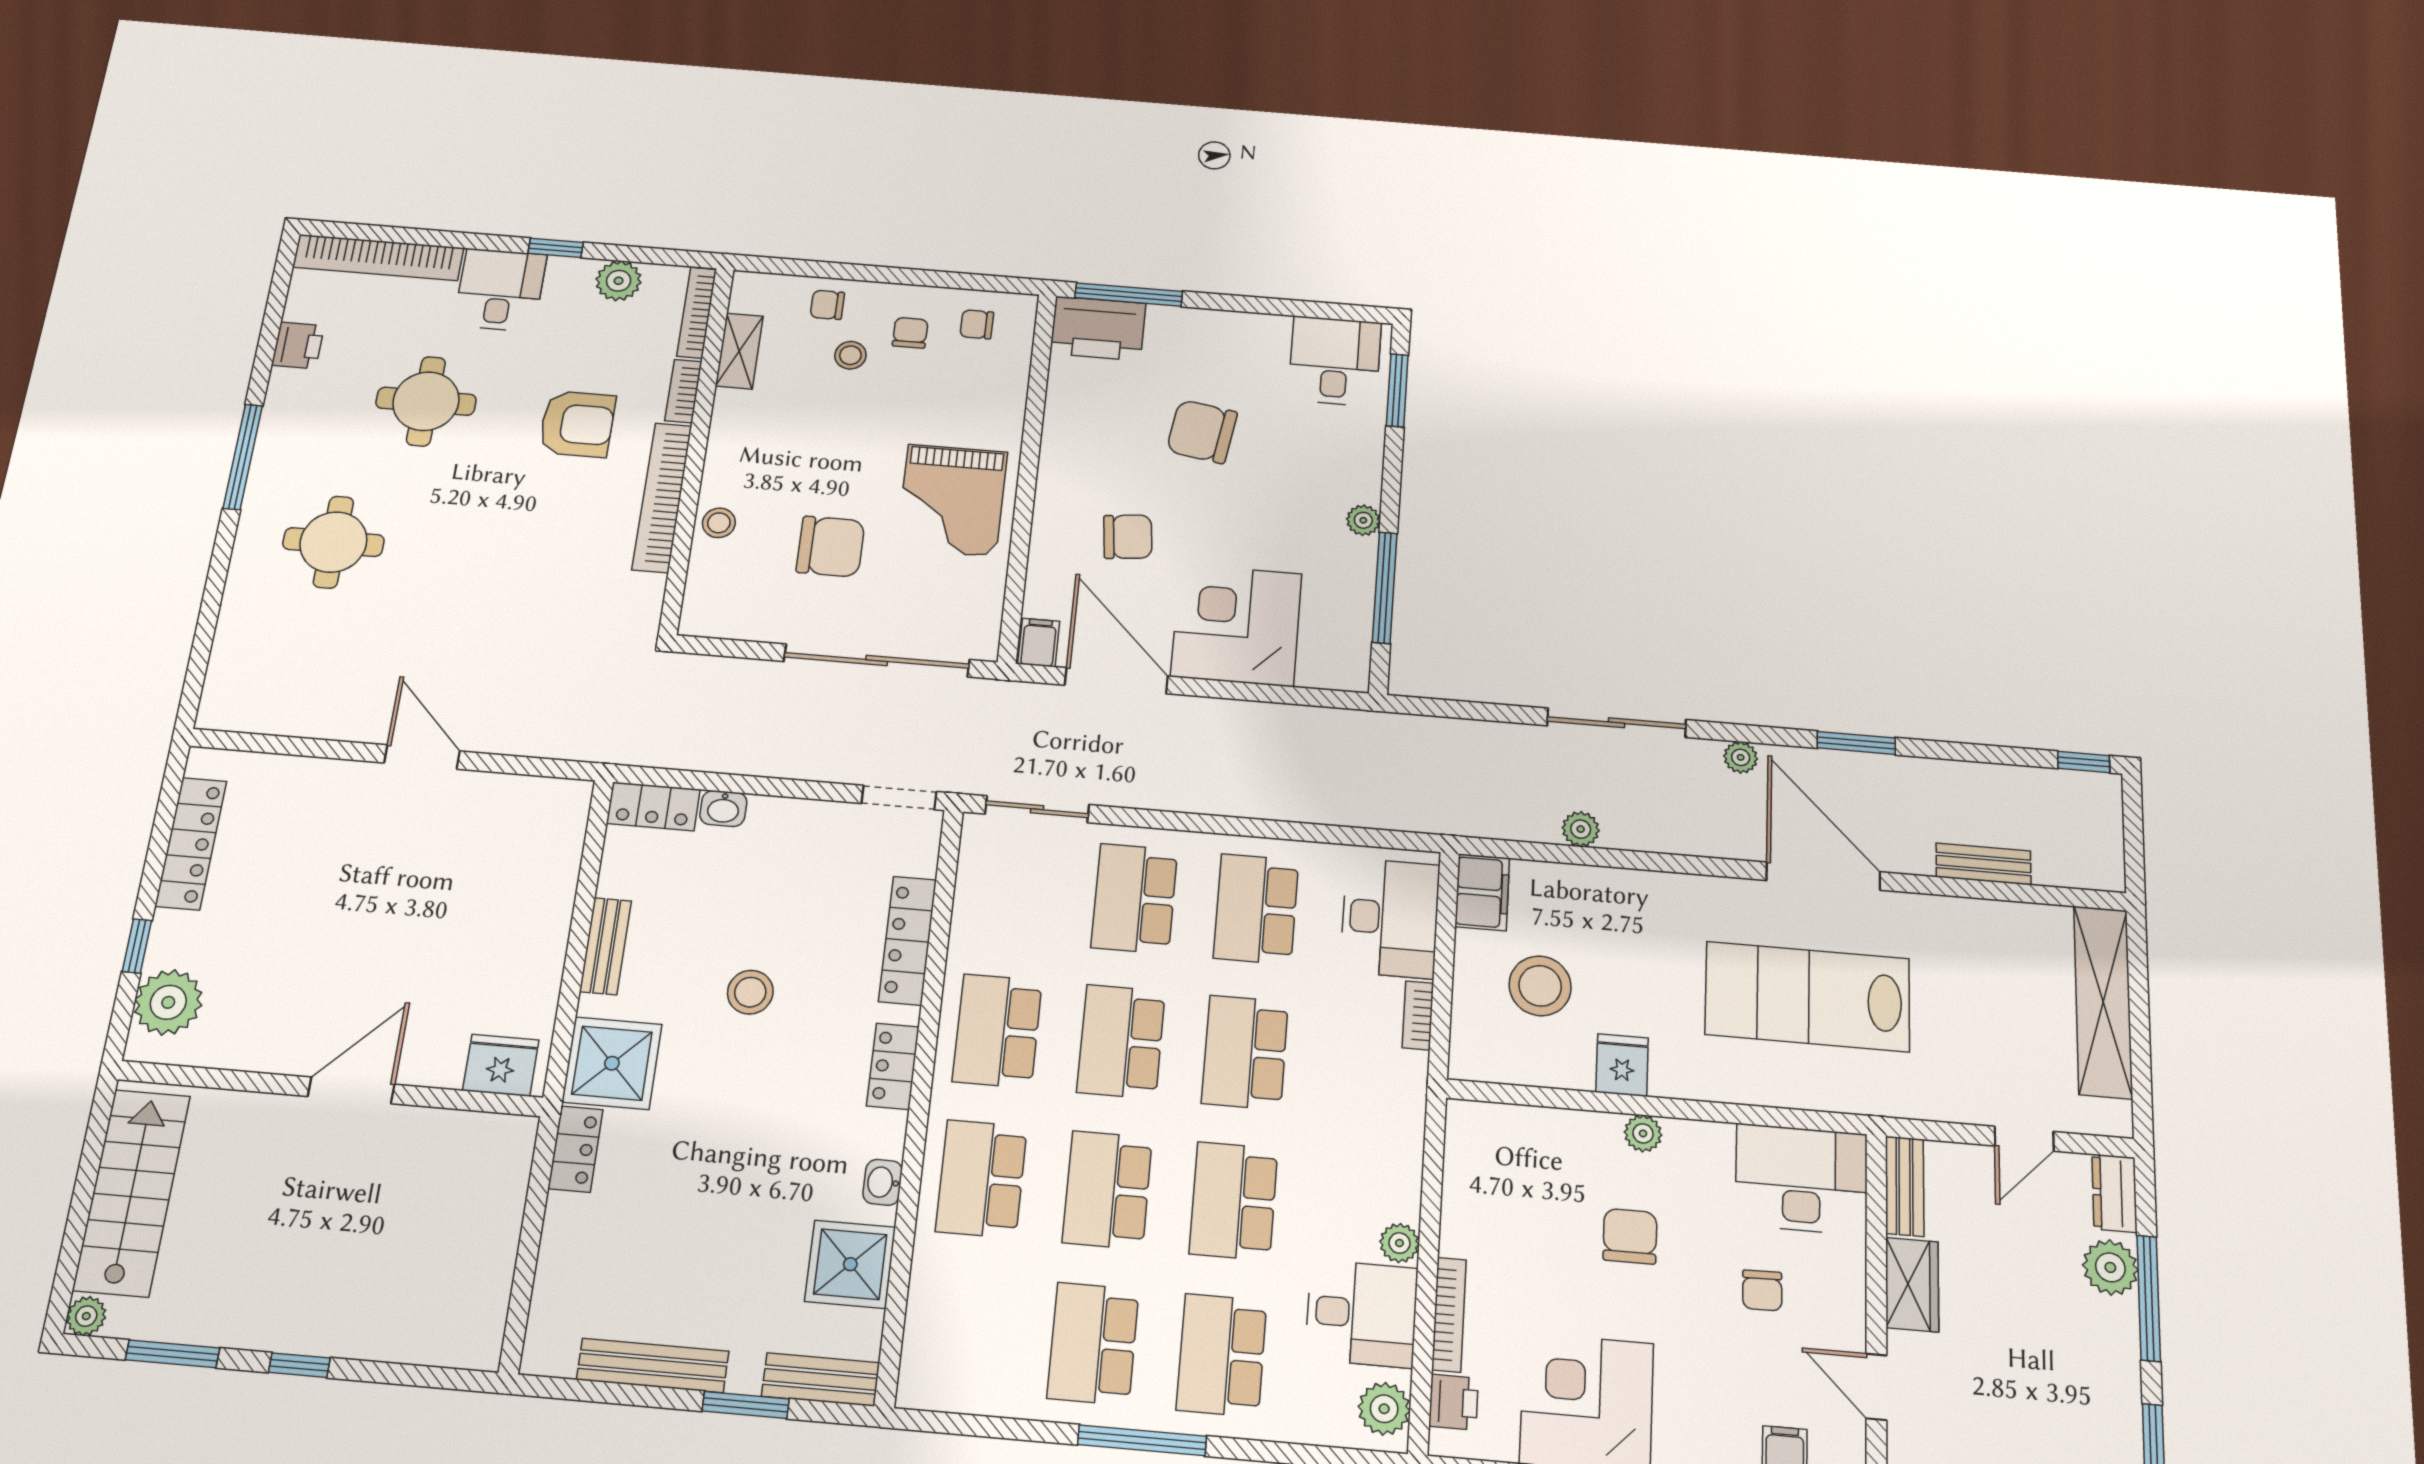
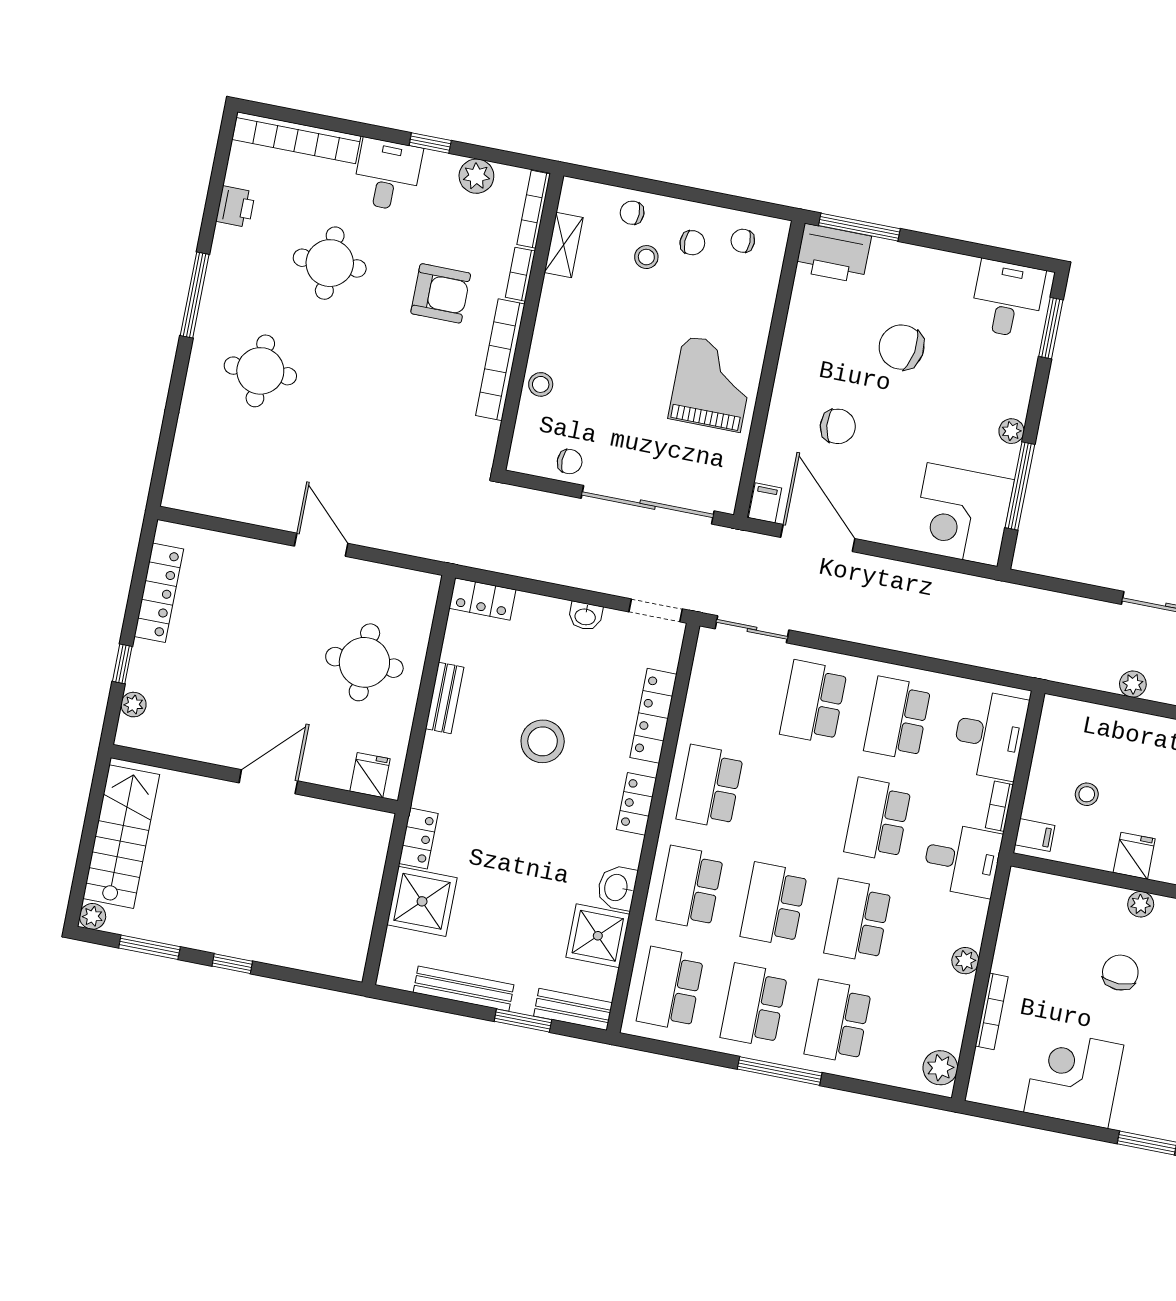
chair: (910, 333) -> (692, 243), turned 90
grand piano: (952, 500) -> (712, 384), turned 180
chair: (831, 547) -> (570, 462), moved, width x0.54, depth x0.54
corner desk: (1236, 625) -> (962, 515), moved, turned -90
washbasin: (723, 808) -> (585, 616), moved
filing cabinet: (1482, 892) -> (1035, 835), moved, width x0.50
round table: (488, 909) -> (364, 662), added
stool: (1540, 986) -> (1087, 794), width x0.53, depth x0.53
stool: (750, 992) -> (543, 741), width x1.38, depth x1.38
plant: (168, 1002) -> (134, 705), width x0.53, depth x0.53
school desk: (1121, 1042) -> (670, 989), moved
shower: (612, 1063) -> (422, 901), moved
fridge: (501, 1065) -> (370, 775), width x0.72
washbasin: (883, 1182) -> (617, 888), width x1.38, depth x1.45
desk: (1362, 1314) -> (962, 860), moved
printer: (1454, 1402) -> (986, 1068), removed

